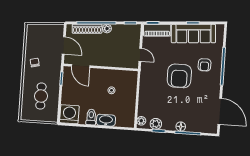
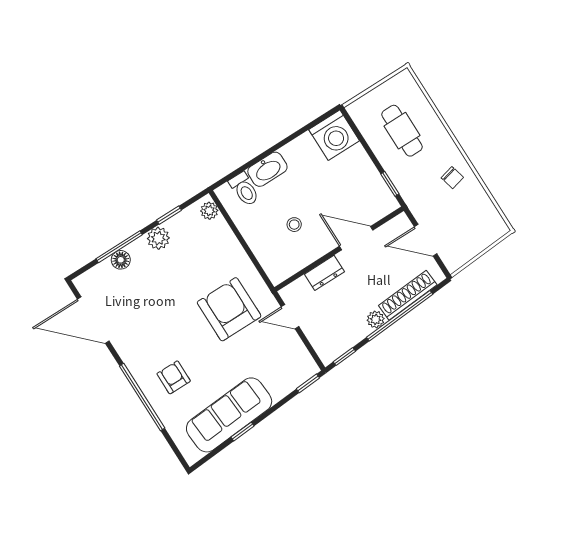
piano: (157, 30) -> (292, 377), removed
dresser: (114, 62) -> (324, 273), added
door: (81, 66) -> (356, 238), moved
armchair: (179, 76) -> (229, 309), moved
toilet: (91, 117) -> (244, 189), moved
plant: (156, 124) -> (158, 238), moved
floor lamp: (181, 126) -> (121, 260), moved

